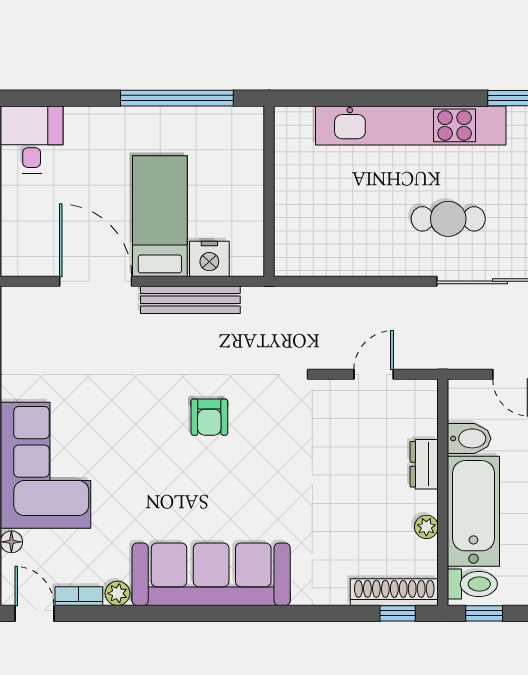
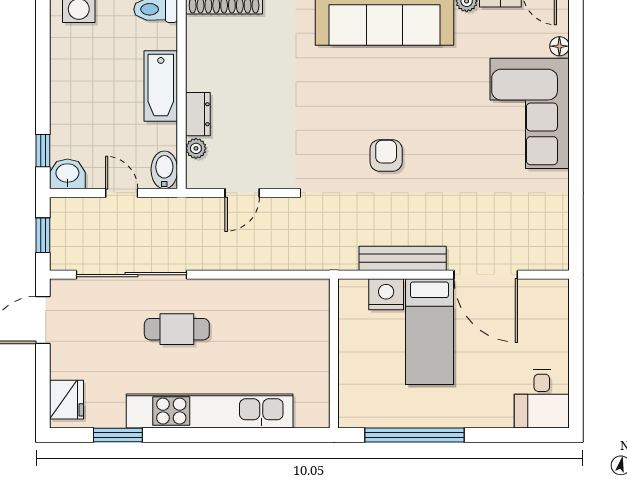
bidet: (469, 438) -> (164, 170), moved, turned 90
bathtub: (473, 511) -> (161, 86), width x0.73, depth x0.73
plant: (426, 527) -> (196, 148), moved

